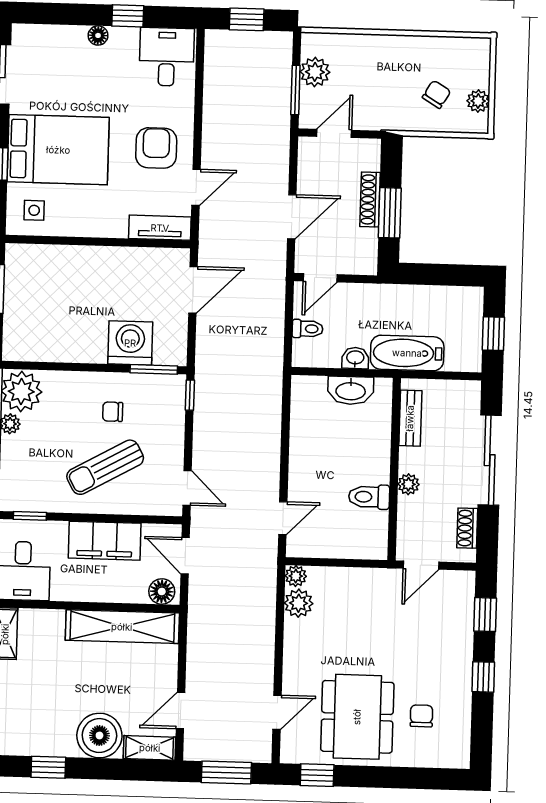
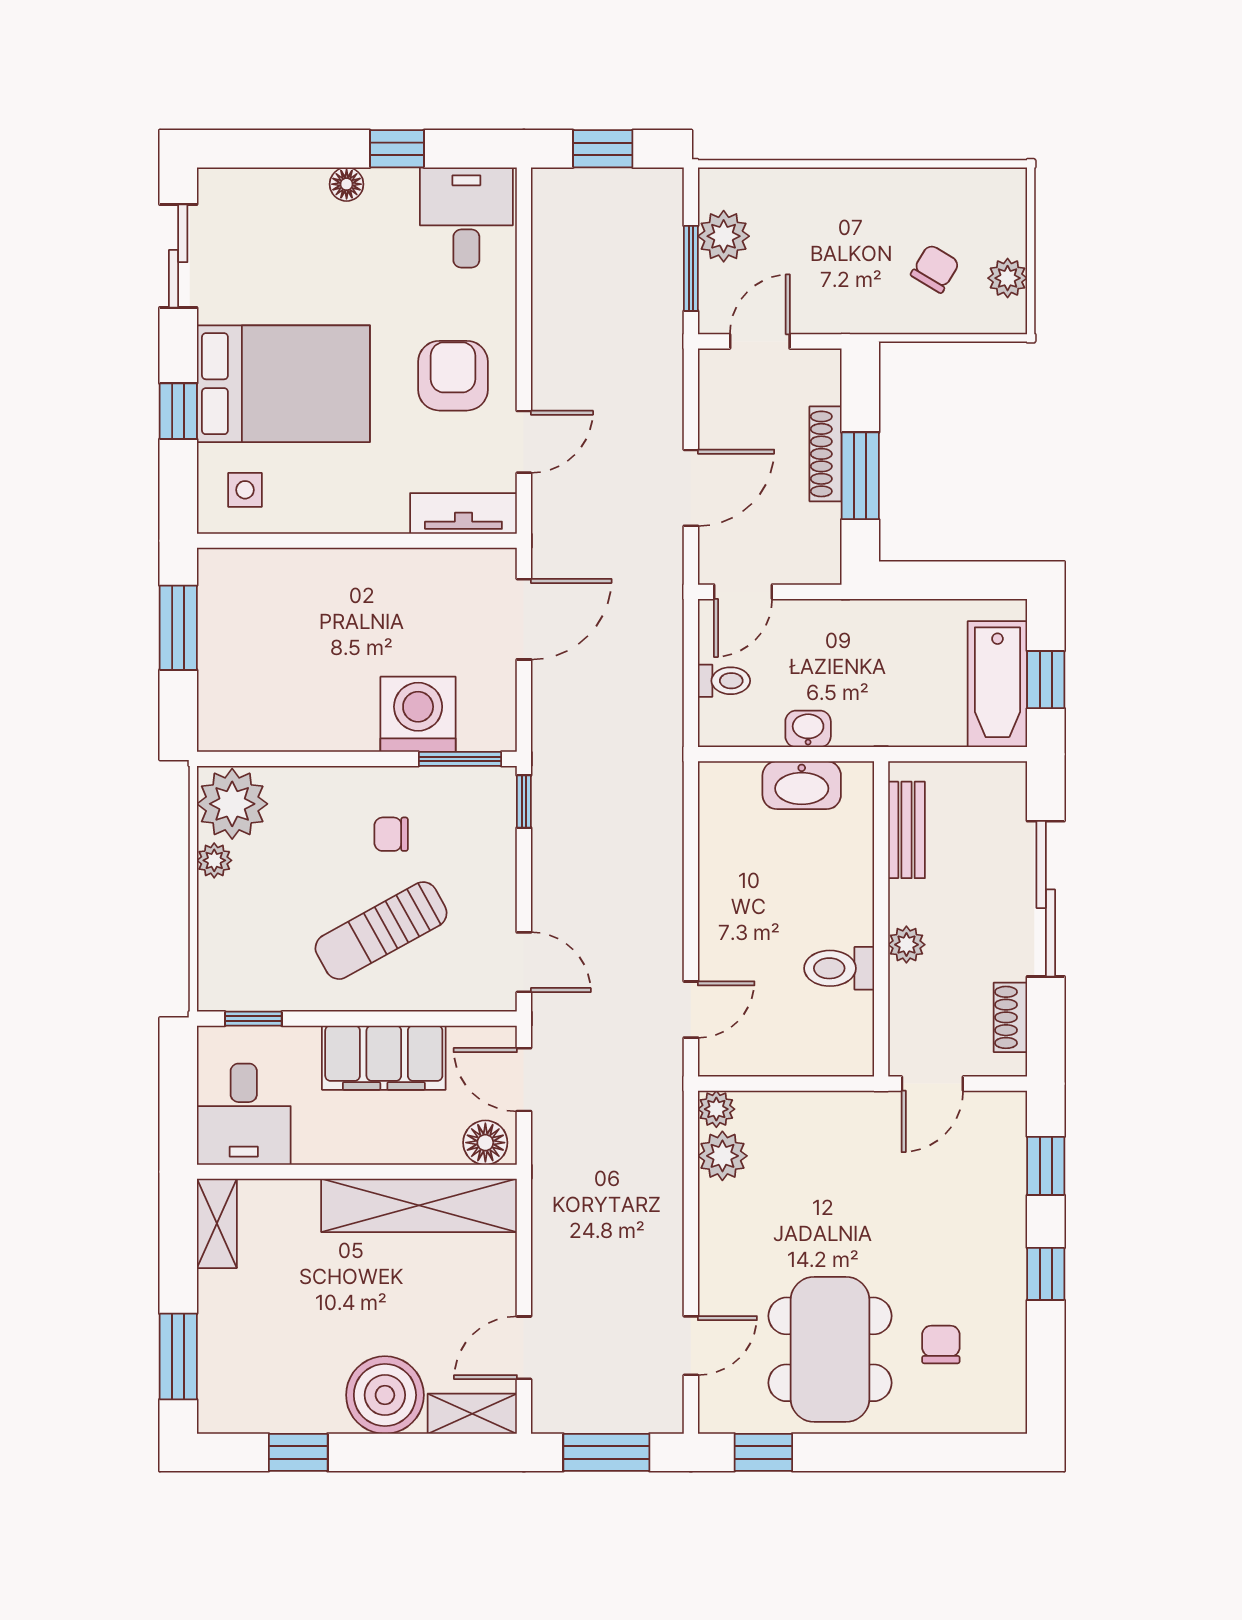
bathtub: (407, 353) -> (997, 684), moved, turned -90

